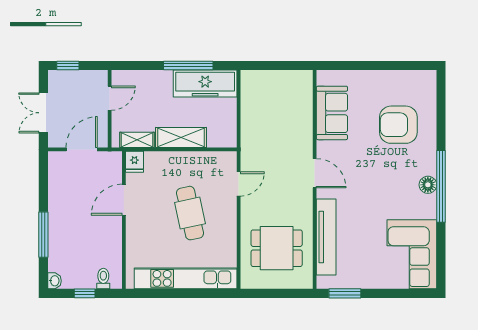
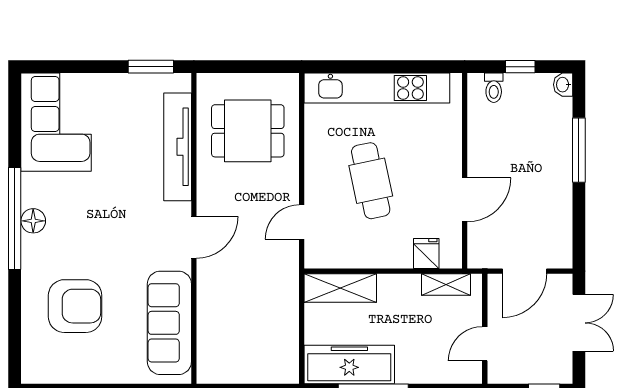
sofa: (332, 113) -> (169, 323), width x1.36
shelving: (181, 137) -> (340, 288), moved
fridge: (134, 162) -> (426, 253), moved
door: (315, 173) -> (194, 237), swing flipped

